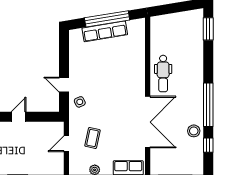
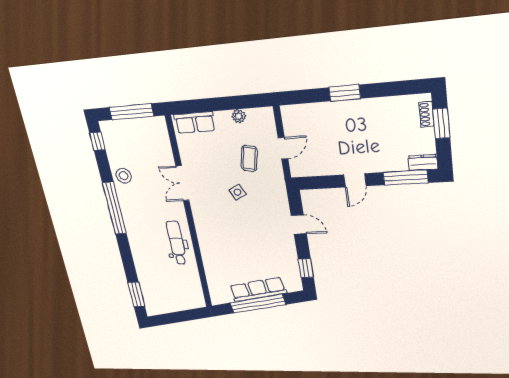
window: (64, 49) -> (306, 268), added
side table: (80, 102) -> (238, 192), moved
double door: (148, 122) -> (182, 183), width x0.54
window: (208, 145) -> (97, 141), moved

